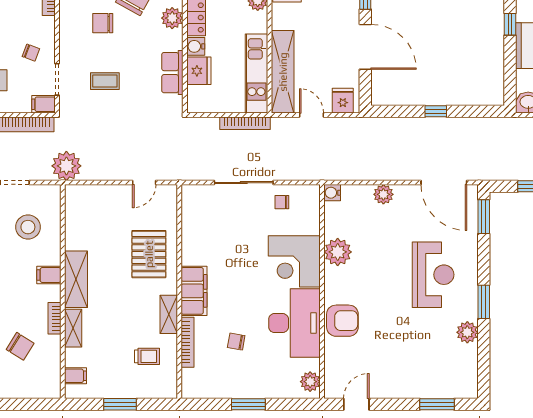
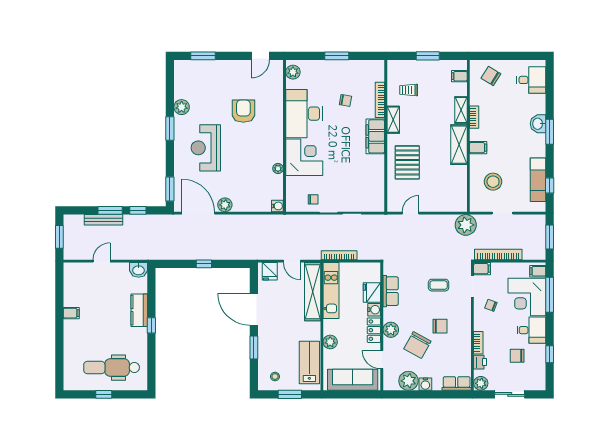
plant: (383, 194) -> (225, 205), moved
plant: (338, 252) -> (278, 169), width x0.53, depth x0.53
armchair: (342, 321) -> (243, 111), moved, turned 90
chair: (20, 346) -> (491, 76), moved

